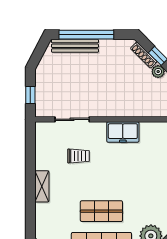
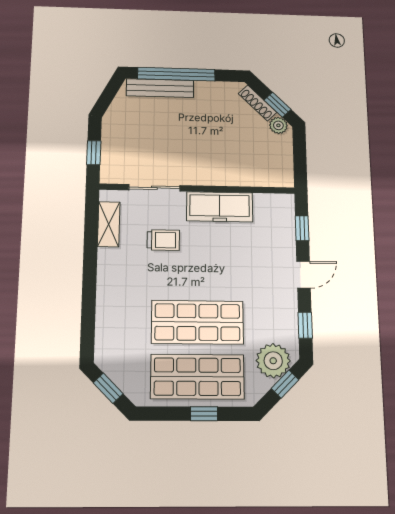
freezer: (123, 132) -> (220, 207), width x1.40
shelving: (42, 186) -> (109, 224), moved
shop shelf: (101, 211) -> (197, 322), width x1.43, depth x1.36

